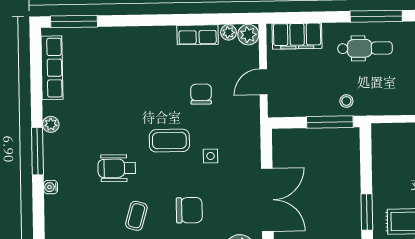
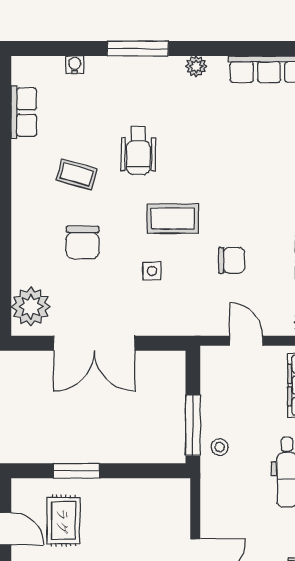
coffee table: (169, 141) -> (173, 218), turned 90
window: (37, 151) -> (138, 49), moved
wheelchair: (117, 168) -> (138, 150), turned 180
water cooler: (51, 187) -> (75, 65), moved

